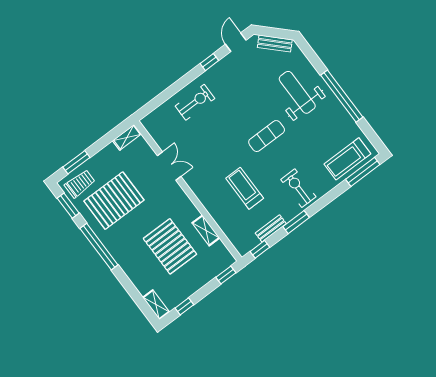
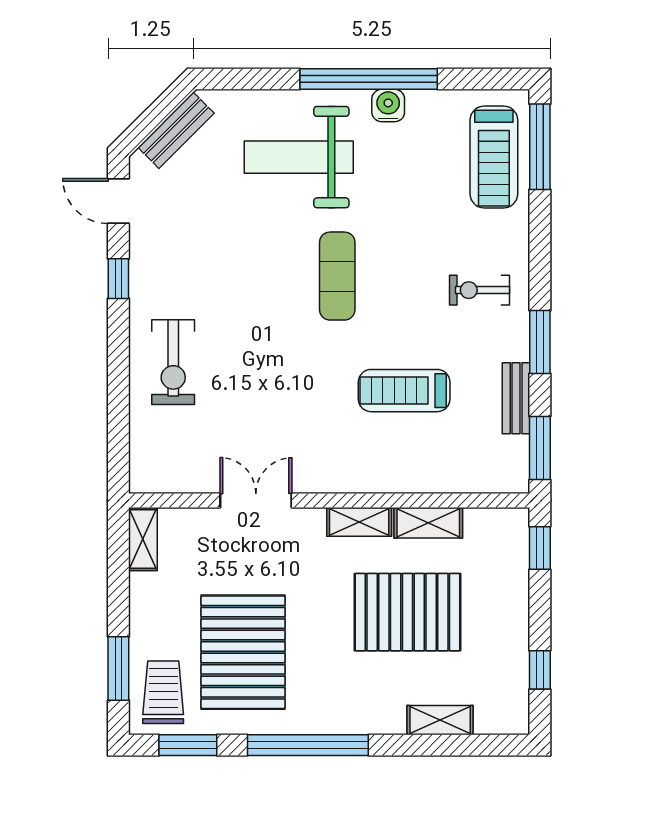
exercise bike: (195, 102) -> (173, 362), turned 180
water cooler: (338, 110) -> (388, 106), added
exercise bike: (298, 188) -> (479, 290), width x0.73, depth x0.72
shelving: (188, 207) -> (359, 522), added
window: (260, 249) -> (540, 448), width x1.50
shelving: (156, 305) -> (440, 720), moved

